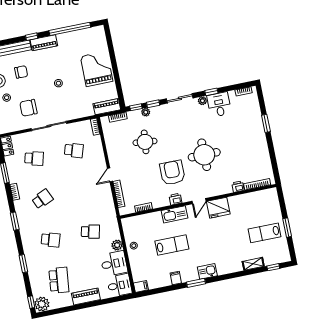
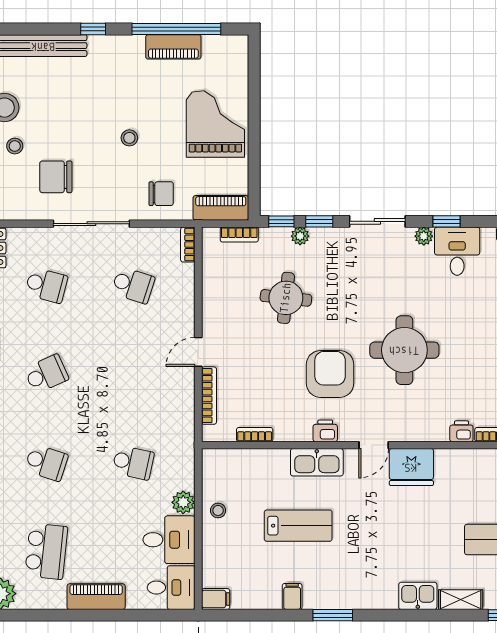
piano: (44, 43) -> (173, 47), moved
chair: (21, 72) -> (161, 194), moved
kitchen sink: (207, 271) -> (418, 596), moved

